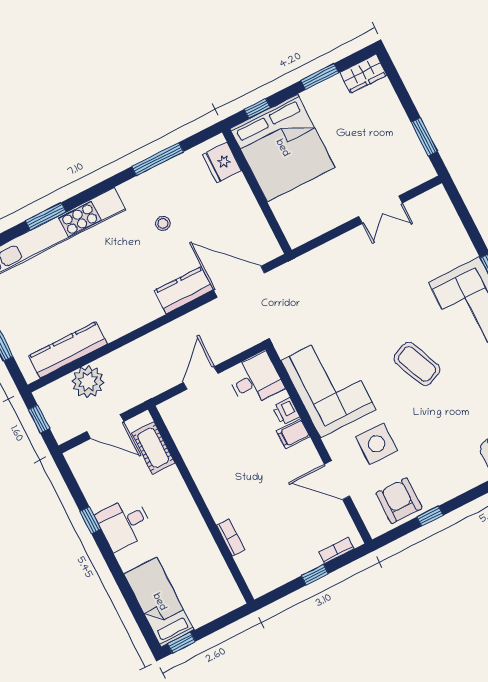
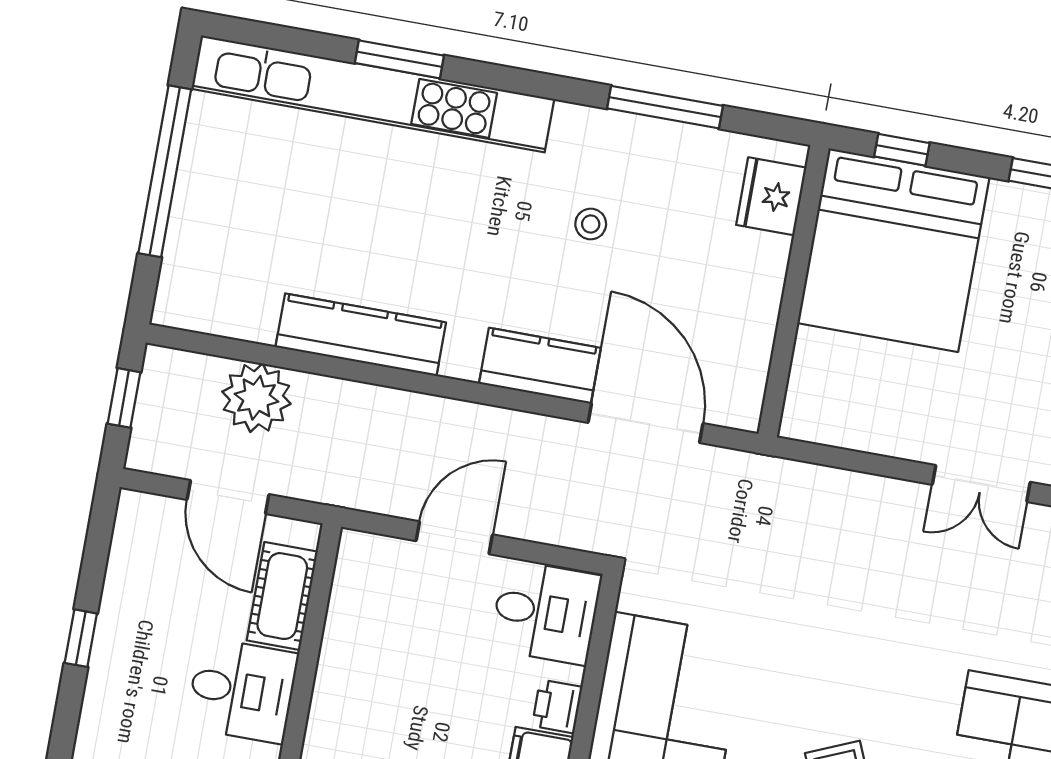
kitchen counter: (68, 350) -> (361, 335), moved
desk: (124, 523) -> (242, 690), moved, turned 180

